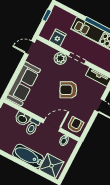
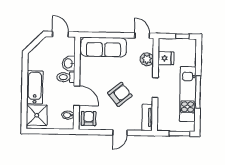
plant: (60, 58) -> (147, 59), moved
armchair: (68, 90) -> (120, 94), turned 78
armchair: (75, 125) -> (89, 119), turned -90

